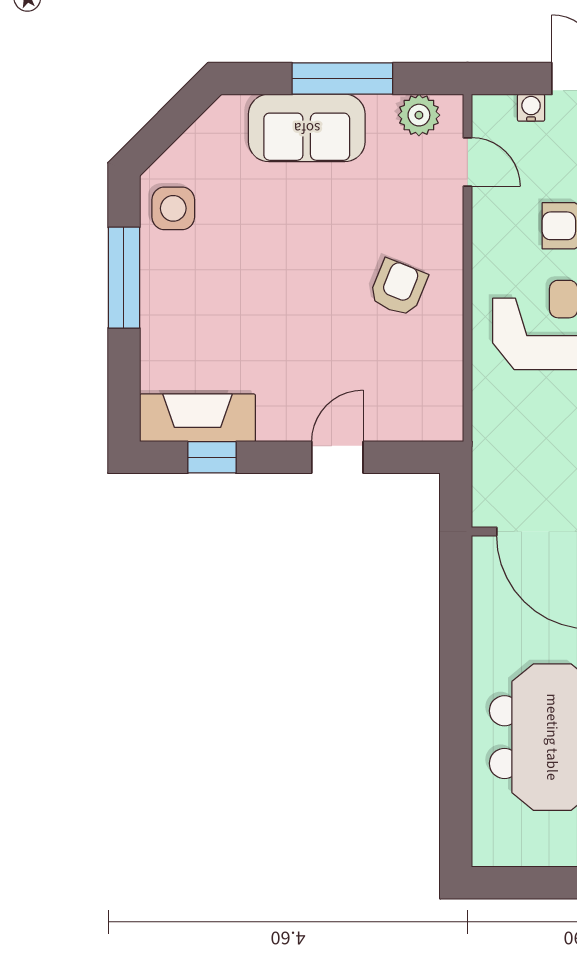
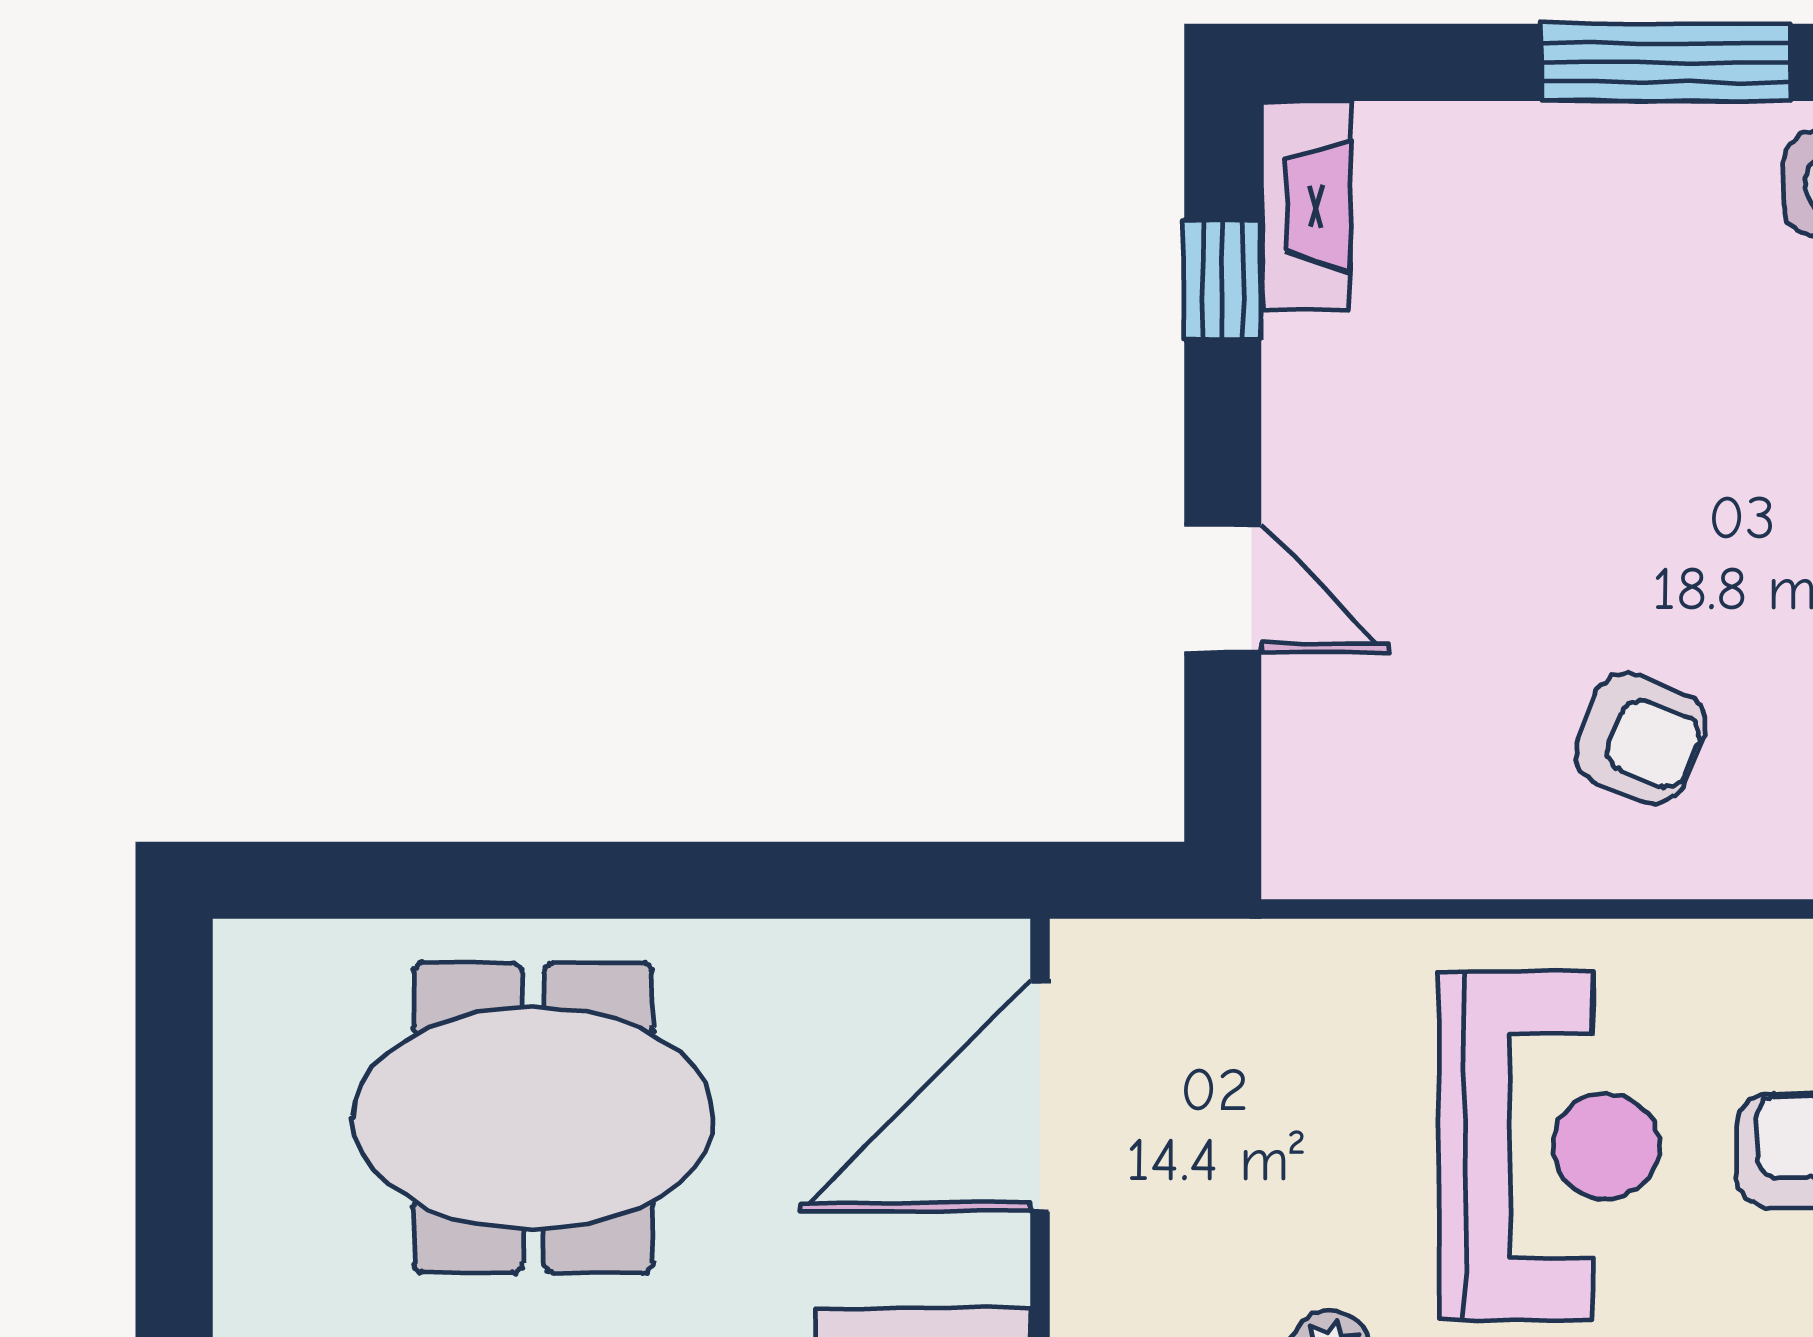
fireplace: (197, 418) -> (1306, 205), width x0.73, depth x0.76

